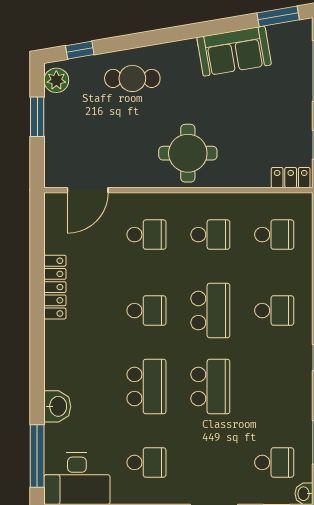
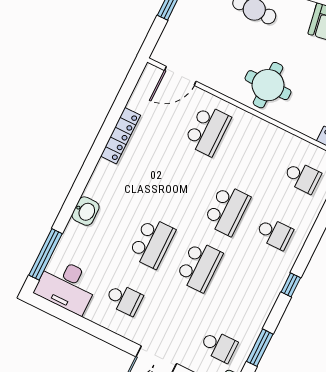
school desk: (146, 235) -> (208, 130), width x1.85
school desk: (210, 235) -> (255, 154), removed
school desk: (146, 311) -> (180, 187), removed
washbasin: (57, 406) -> (85, 211), moved

